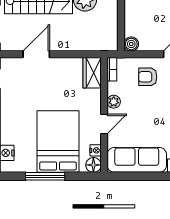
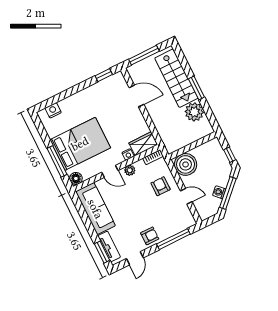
boiler: (131, 44) -> (186, 164), width x1.86, depth x1.86
nightstand: (96, 150) -> (128, 154), moved
window: (45, 176) -> (57, 161), moved

